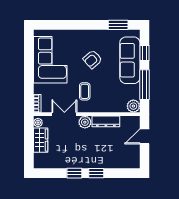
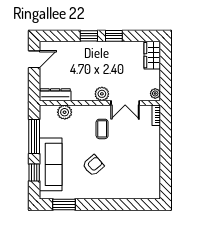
corner sofa: (50, 60) -> (141, 165), removed
plant: (133, 106) -> (65, 112), moved
dresser: (106, 121) -> (55, 95), moved
door: (144, 136) -> (34, 59), moved
wardrobe: (41, 140) -> (152, 55), moved

